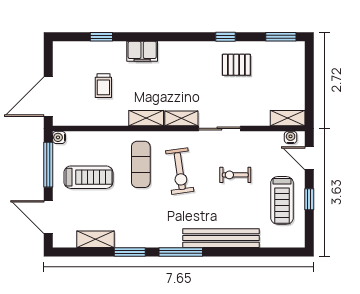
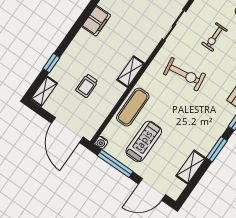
filing cabinet: (142, 51) -> (96, 21), moved
trolley: (103, 86) -> (87, 86), turned 90
shelving: (181, 118) -> (44, 91), moved
exercise mat: (141, 164) -> (133, 107), moved, turned 90

